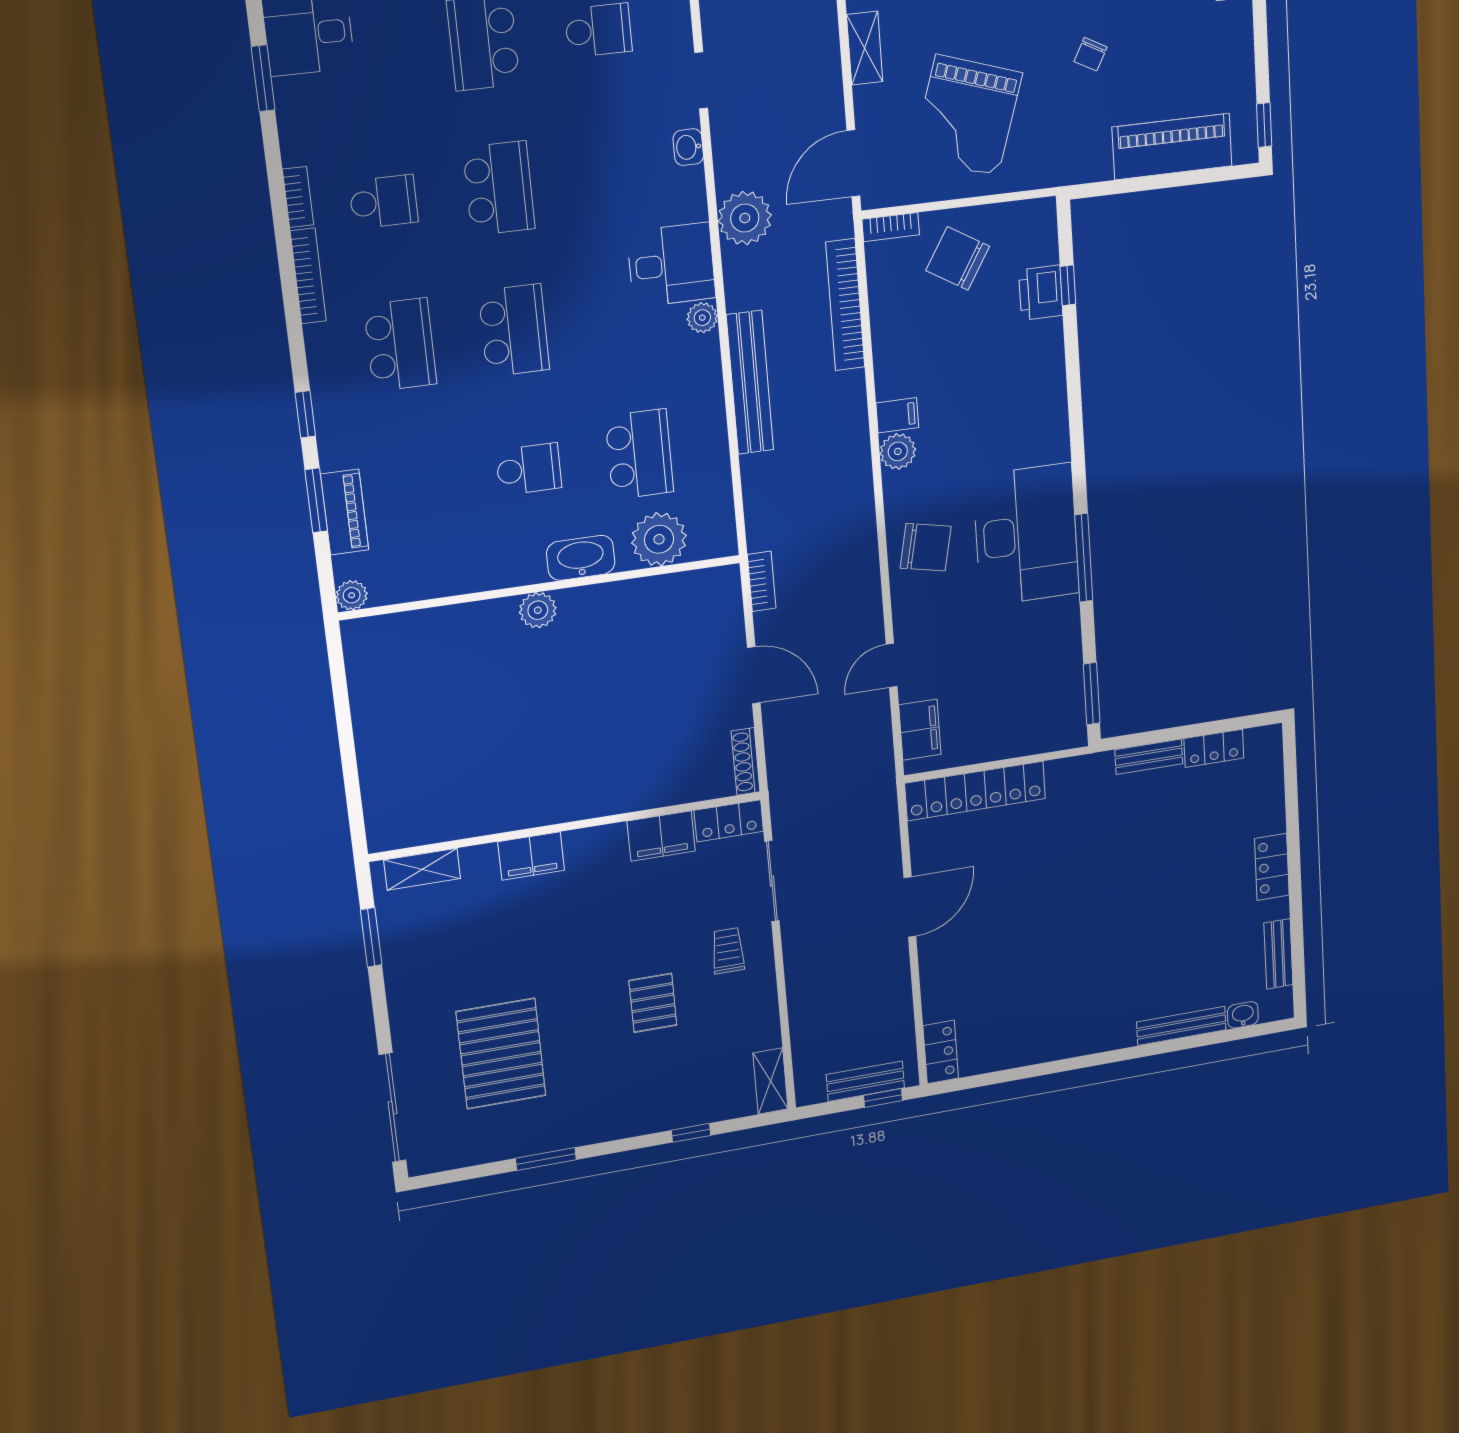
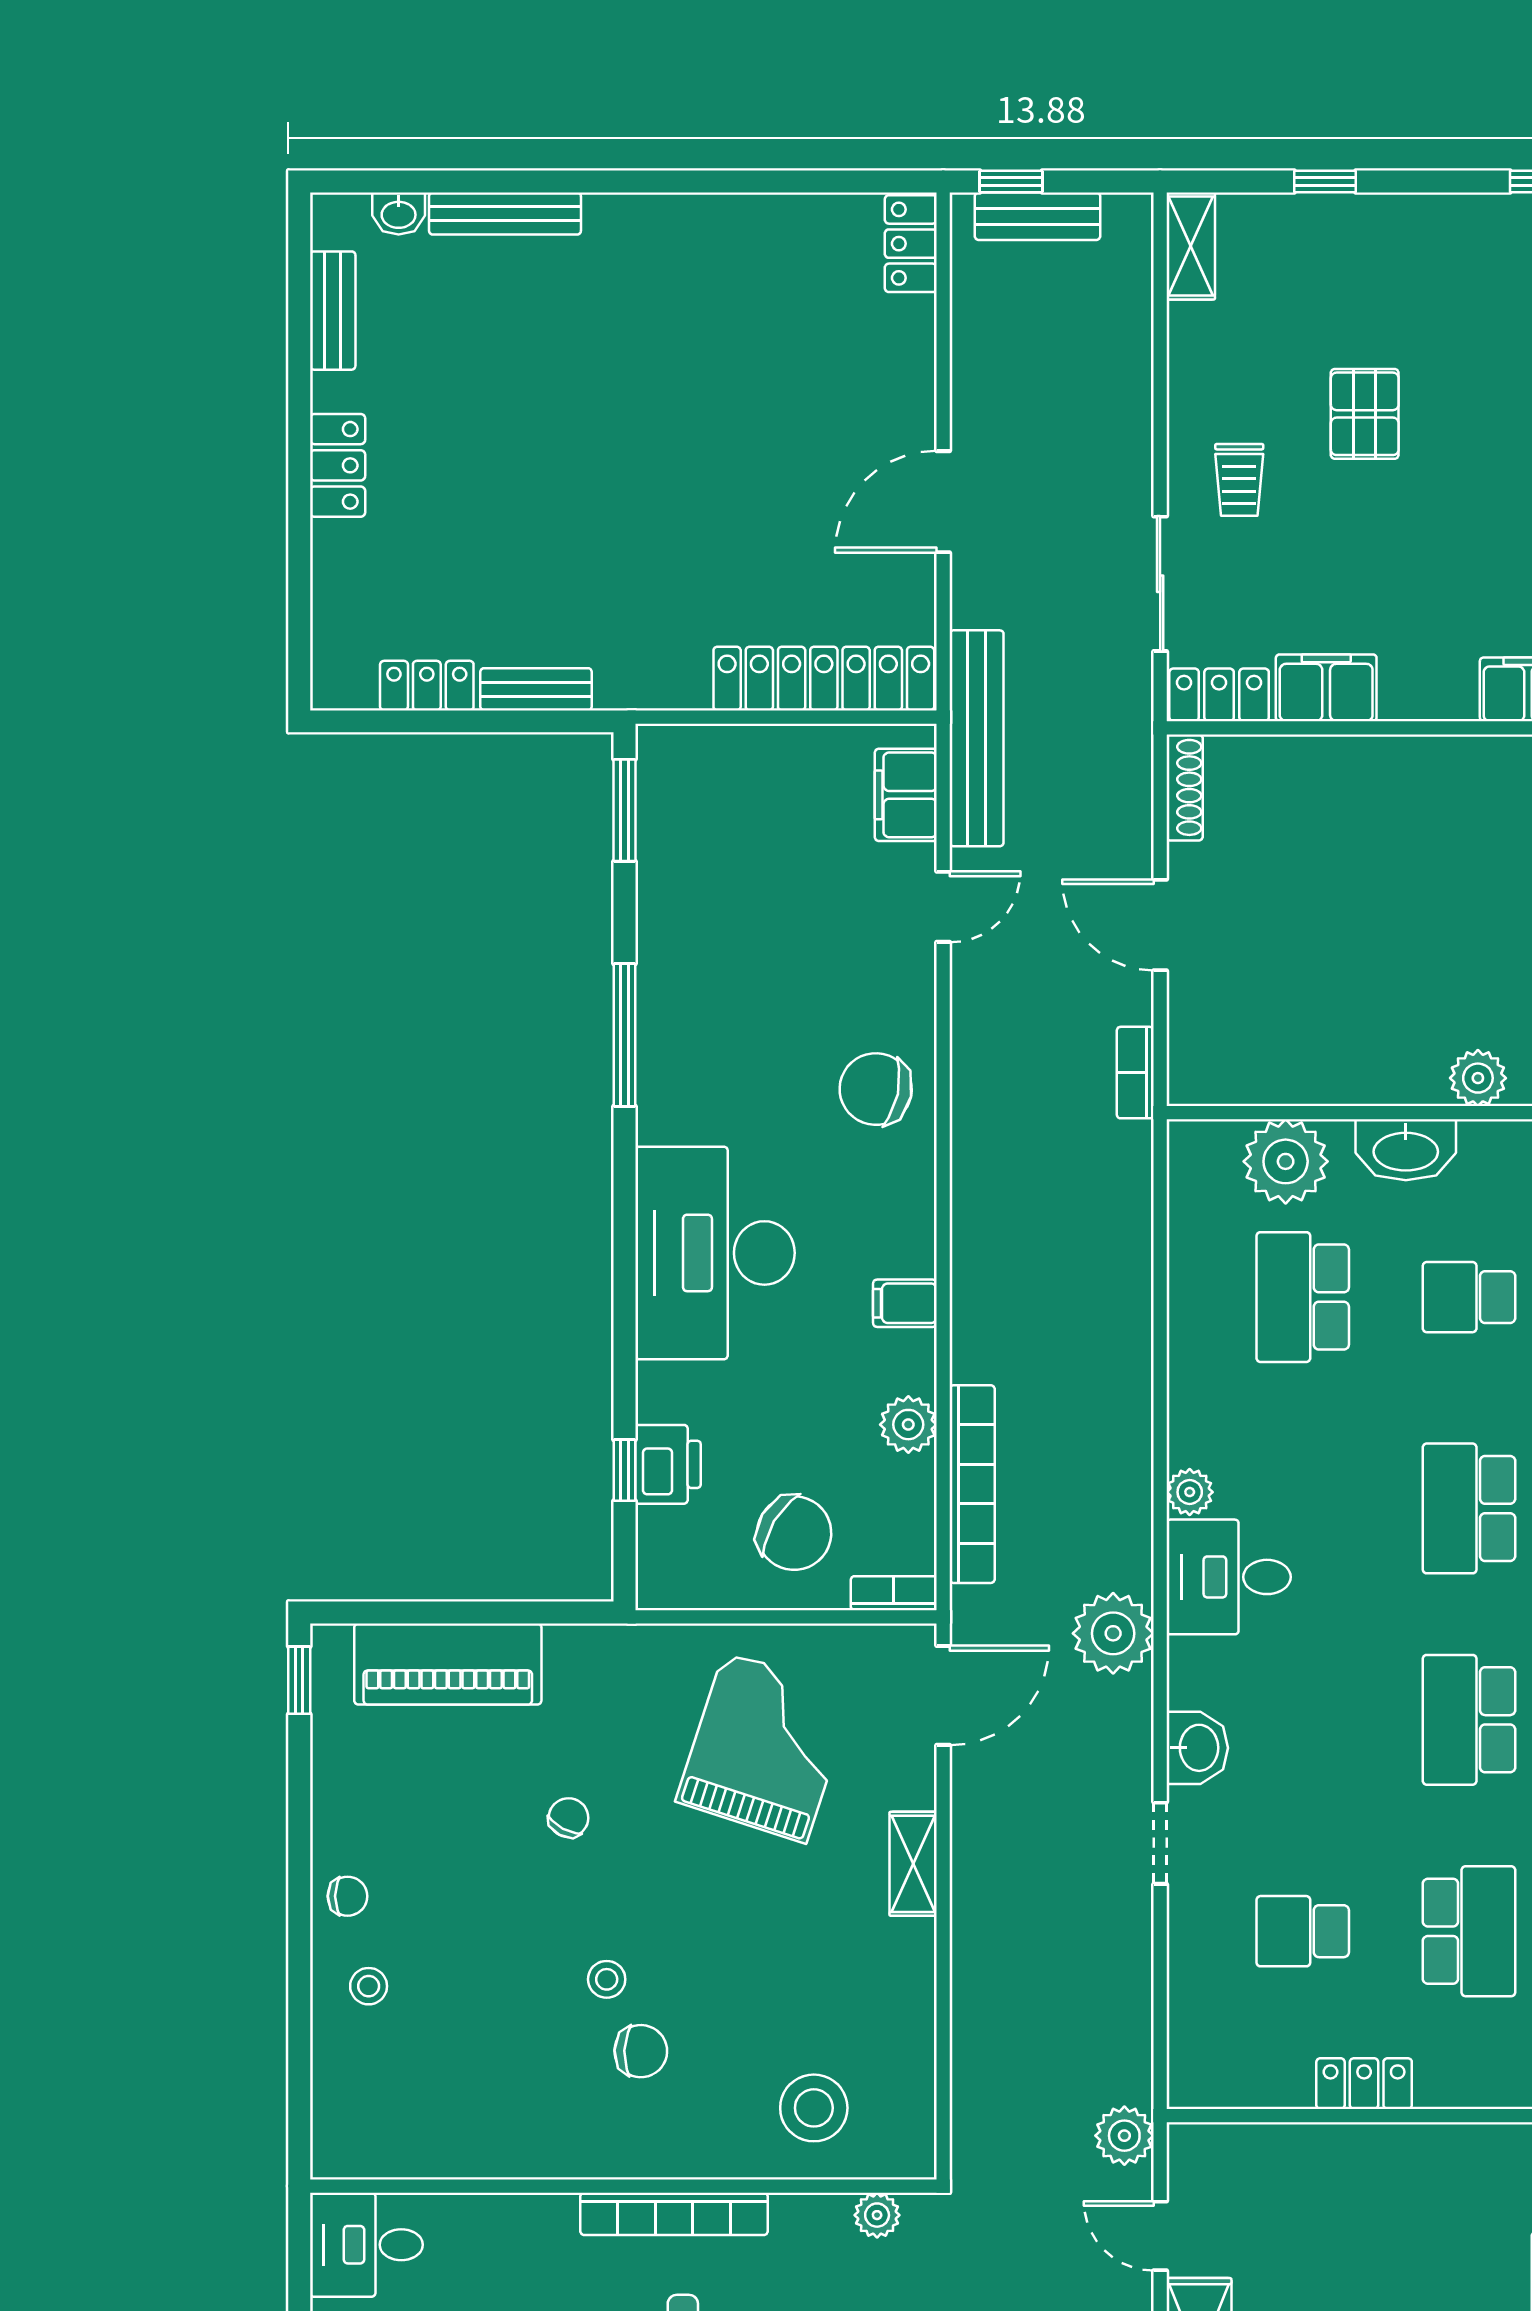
washbasin: (688, 147) -> (1197, 1748), width x1.38, depth x1.45
bench: (750, 382) -> (977, 738), moved
plant: (898, 451) -> (908, 1425), moved
desk: (1026, 535) -> (715, 1253), moved

